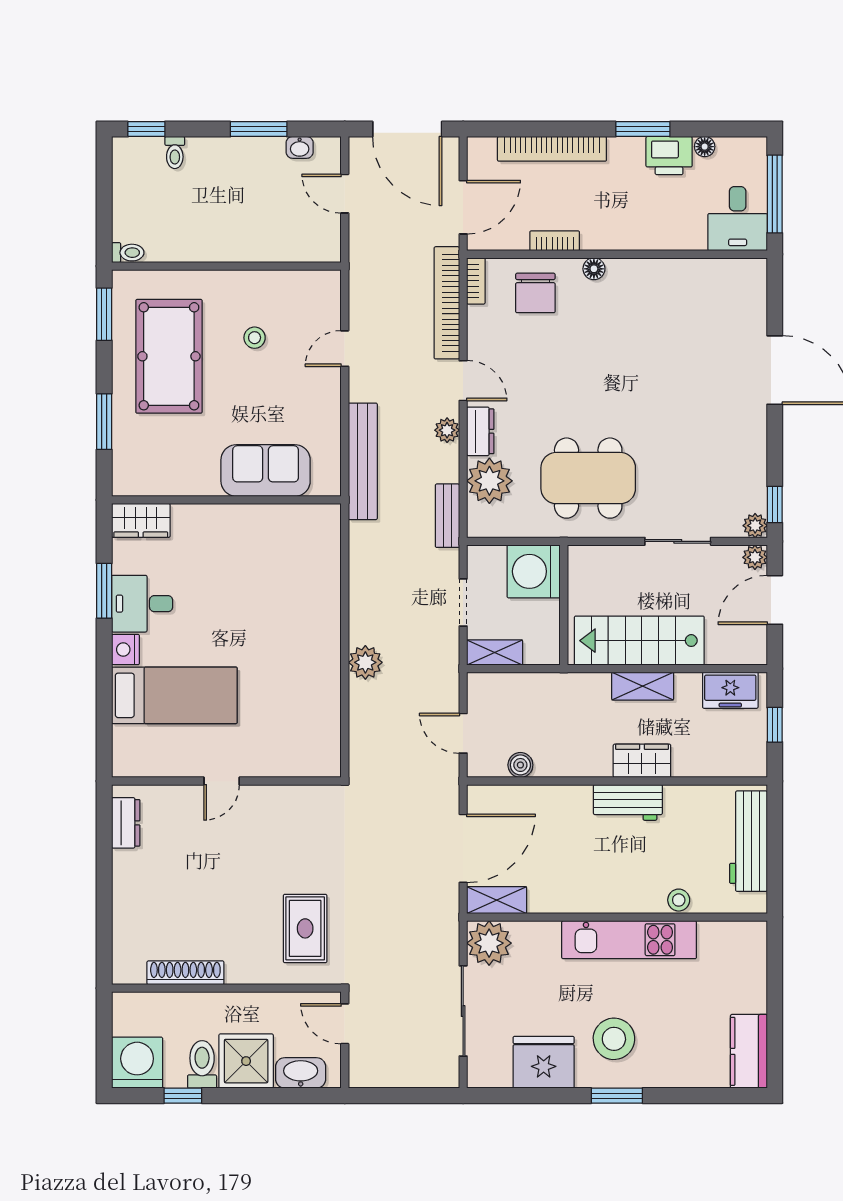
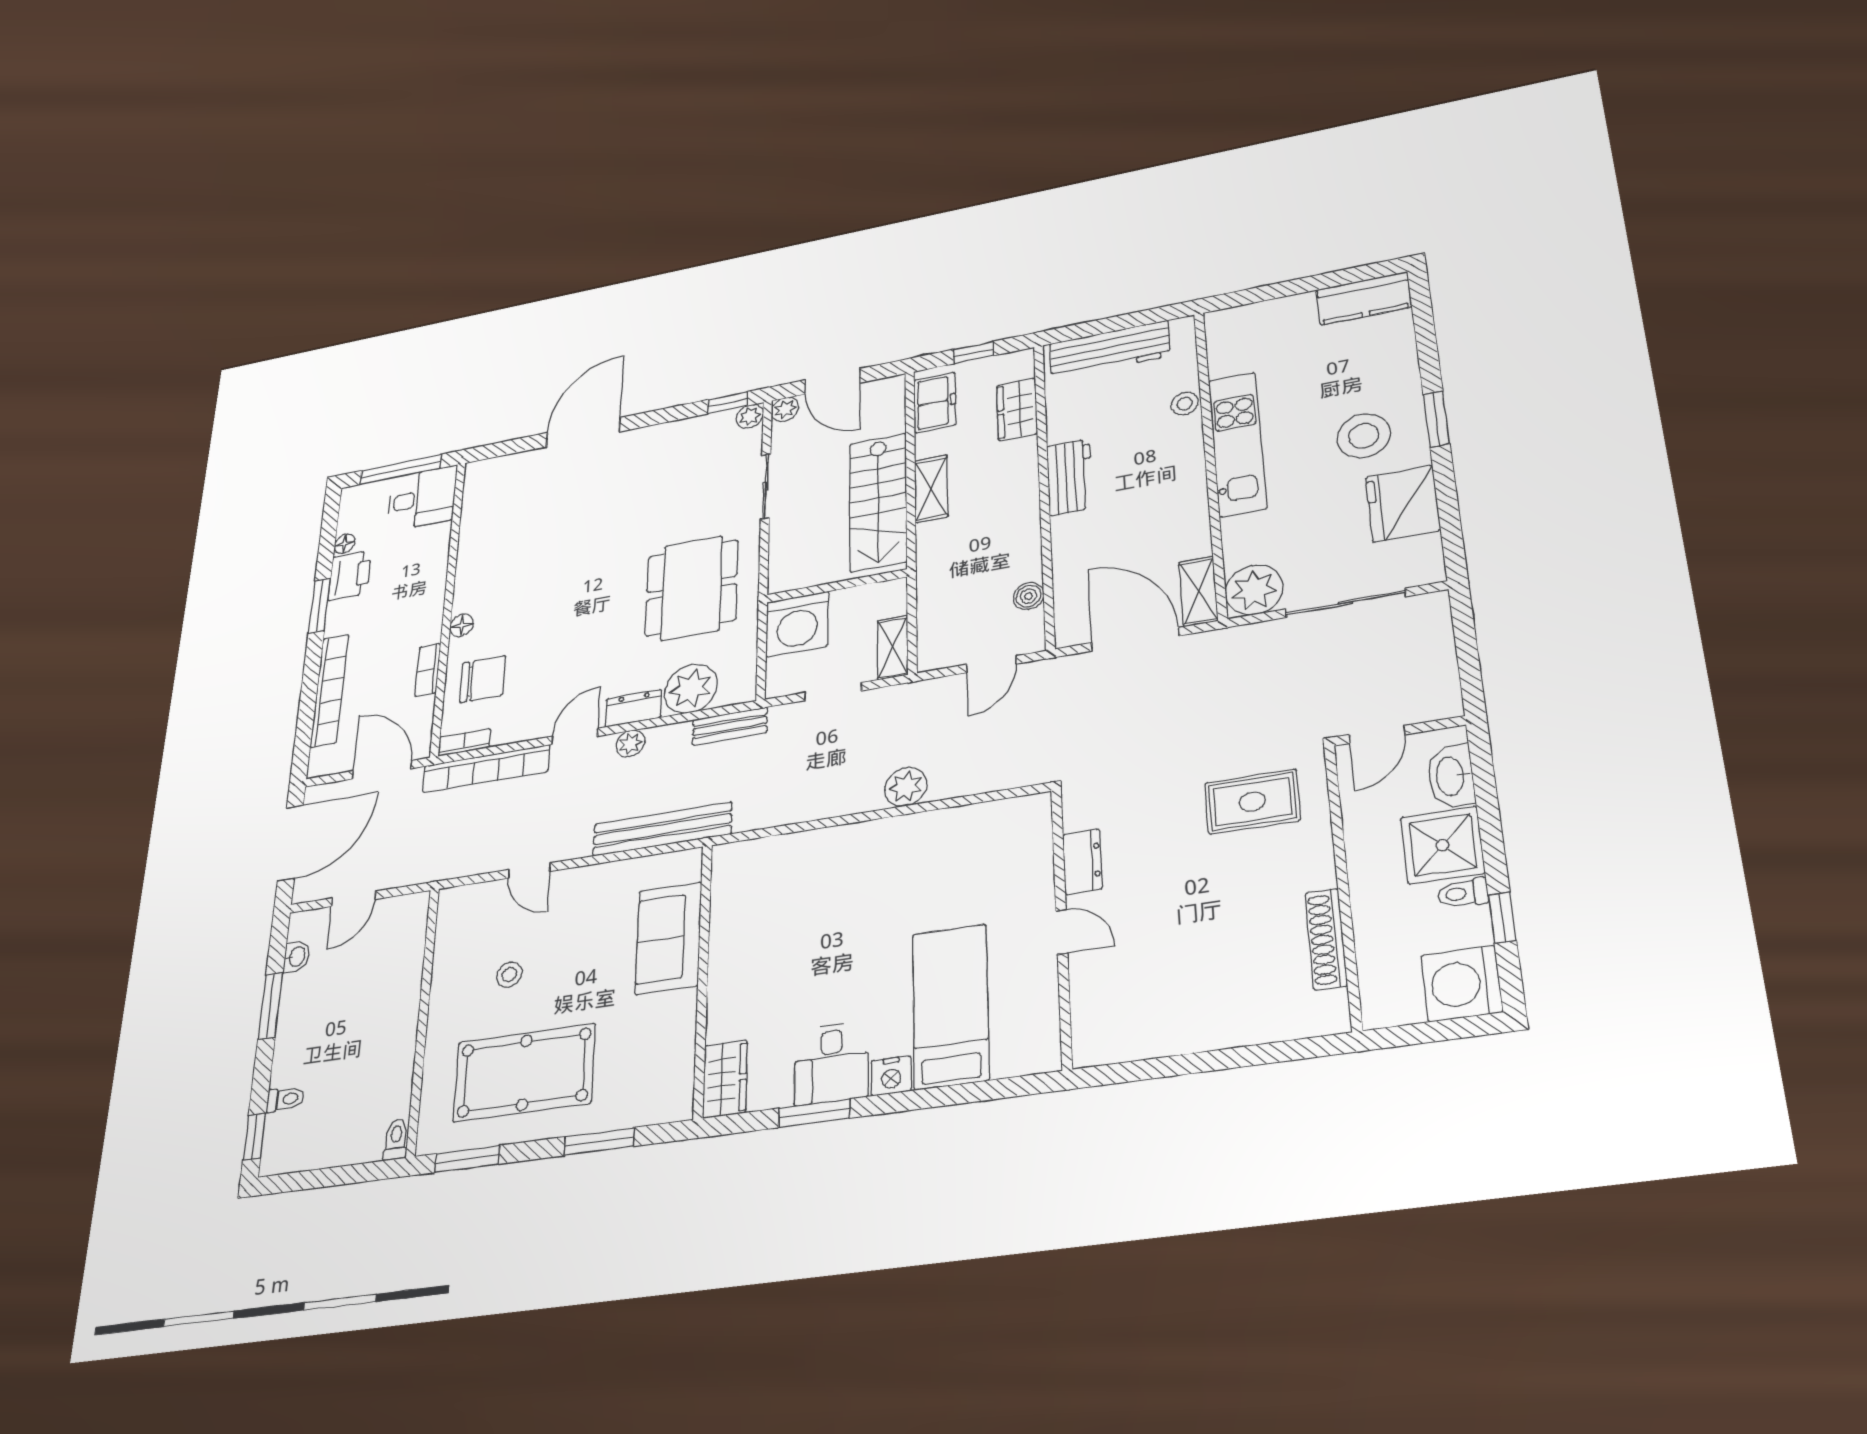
wardrobe: (642, 761) -> (1017, 409), moved
dresser: (126, 823) -> (1082, 862), moved, turned 90
toilet: (202, 1064) -> (1463, 893), width x0.73, depth x0.72

